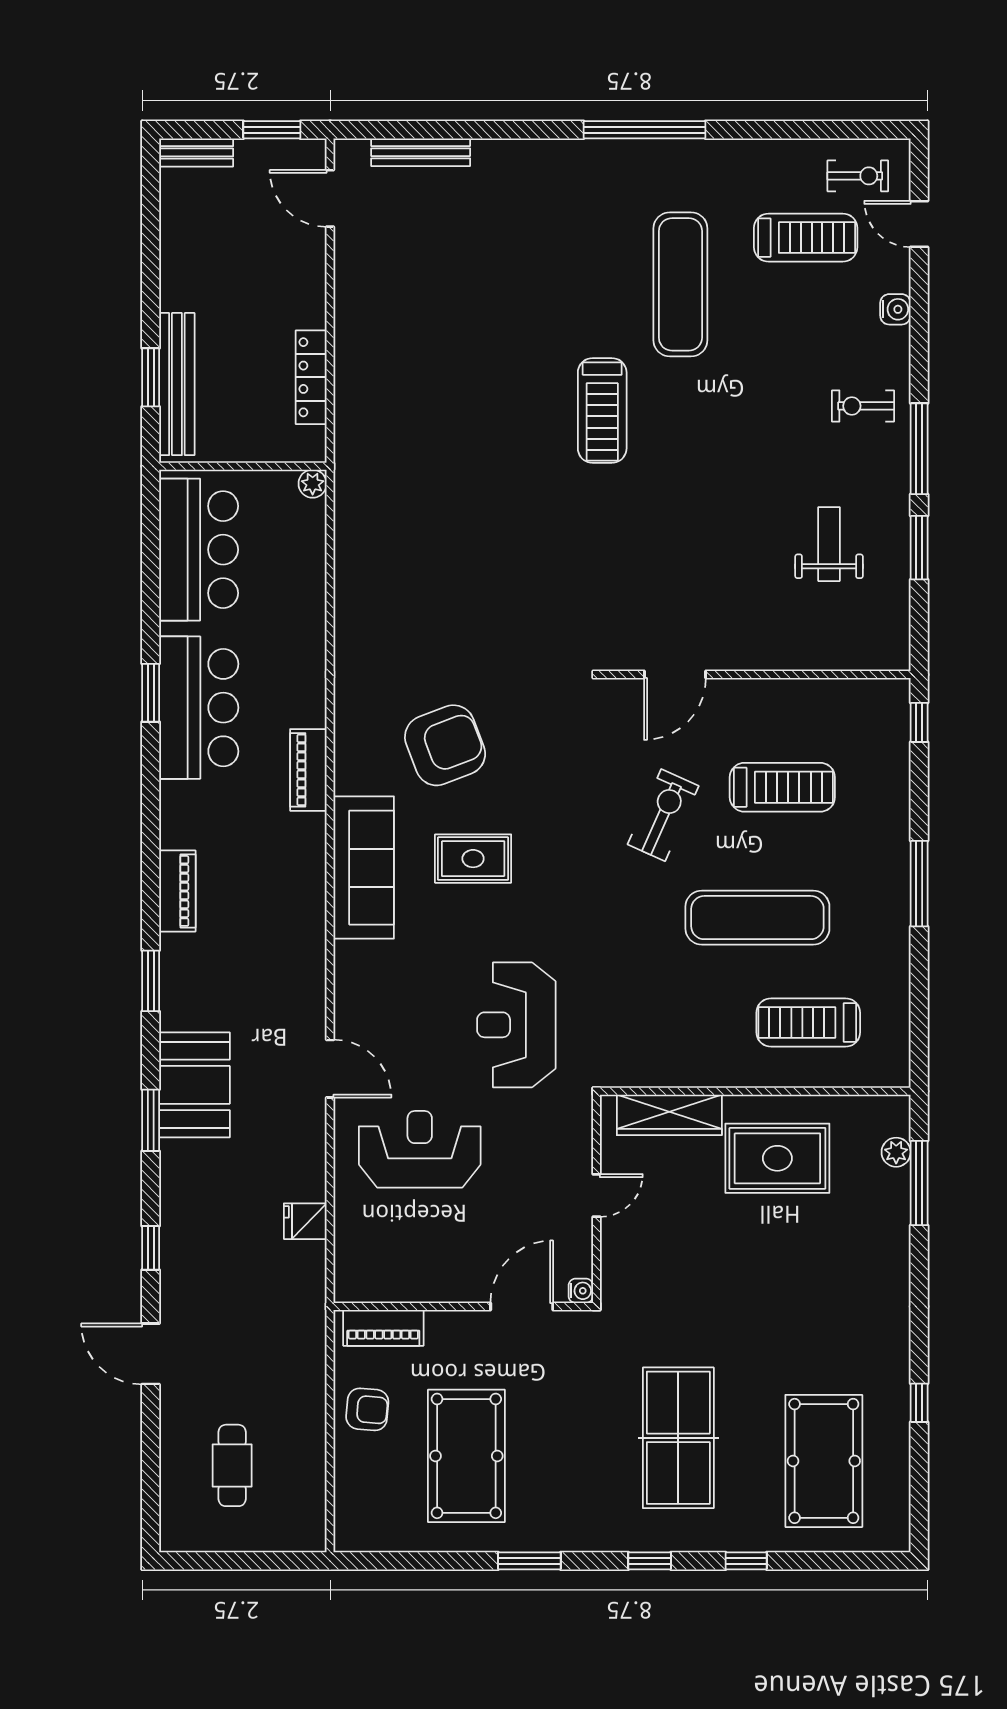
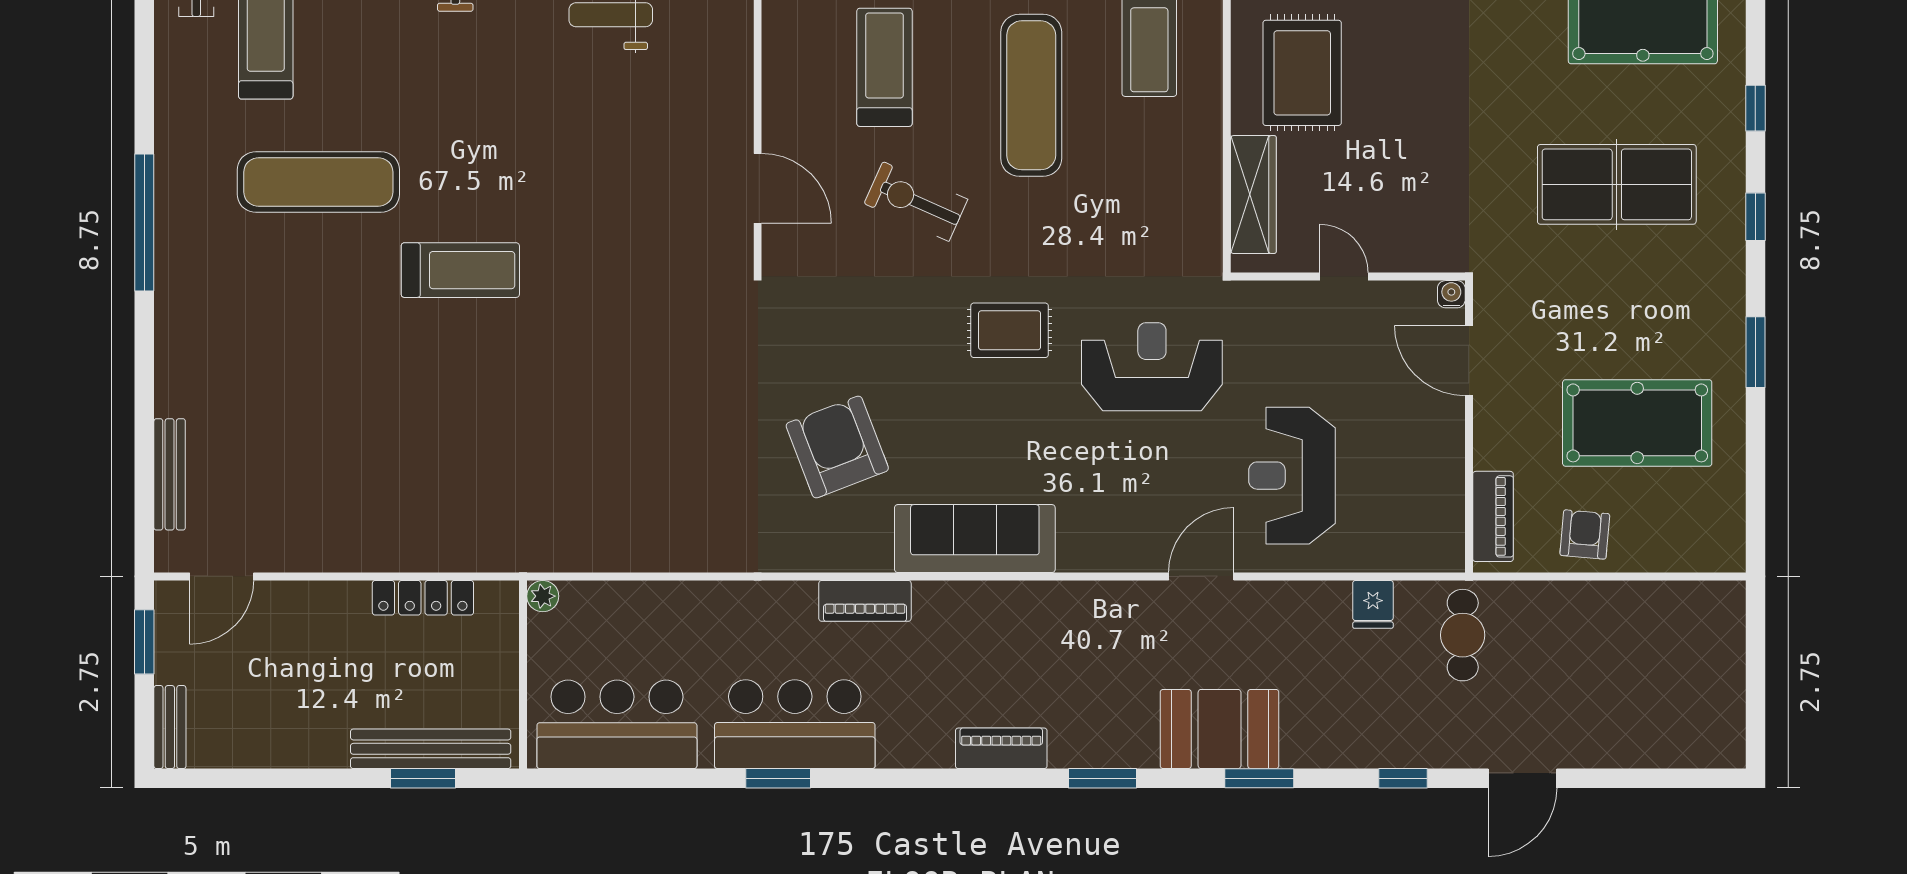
rug: (473, 859) -> (1010, 330), moved, turned 90
reception desk: (516, 1025) -> (1152, 367), turned 180
cafe table: (232, 1465) -> (1463, 635), moved, turned 90

